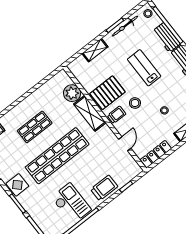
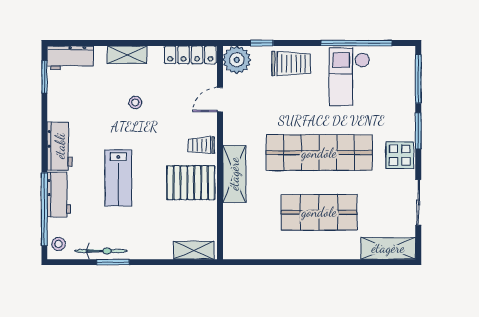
shelving: (95, 50) -> (194, 250), moved
plant: (72, 93) -> (237, 60), moved
stool: (135, 103) -> (166, 142), removed
shop shelf: (35, 127) -> (319, 212), width x1.43, depth x1.36
trolley: (104, 188) -> (291, 64), turned 180

